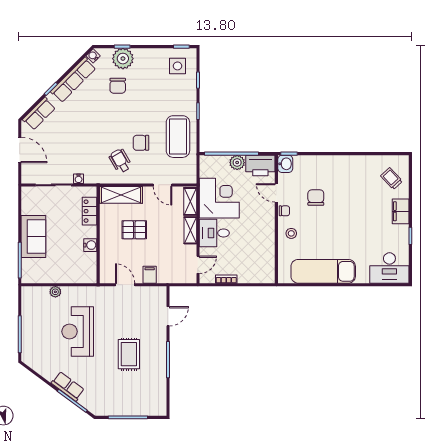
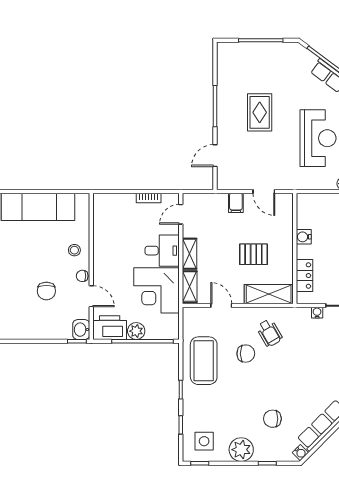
plant: (123, 59) -> (241, 450), moved
chair: (118, 86) -> (272, 419), turned -90

